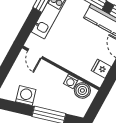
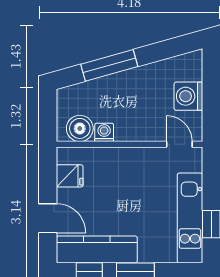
washing machine: (26, 96) -> (188, 96), moved, turned 106

